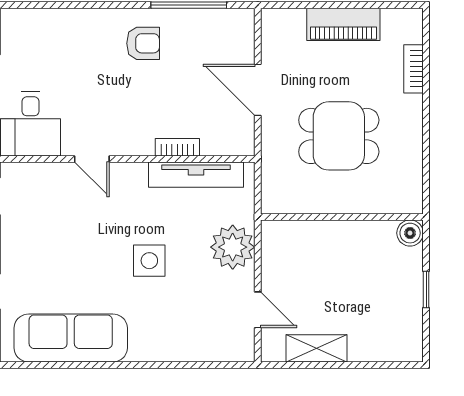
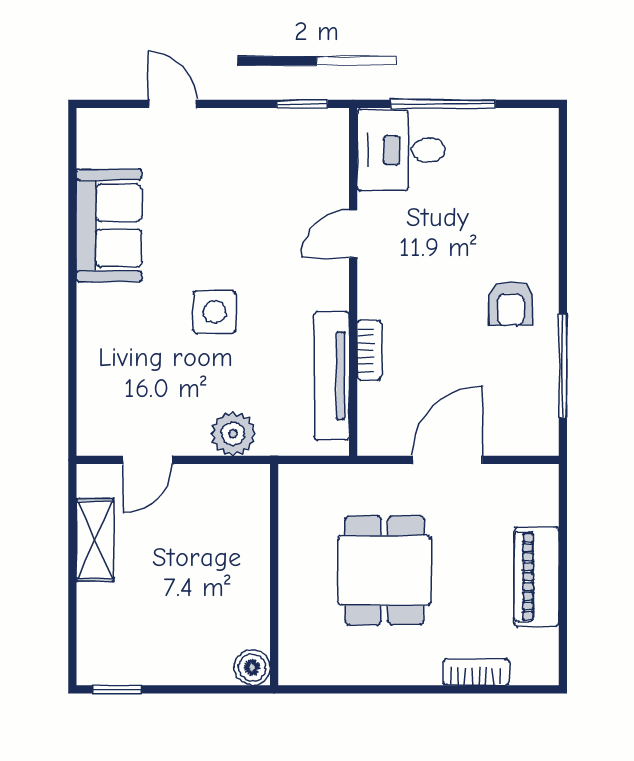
plant: (233, 247) -> (233, 434), width x0.73, depth x0.73
window: (426, 290) -> (117, 689), moved
sofa: (71, 338) -> (109, 225), width x0.73

